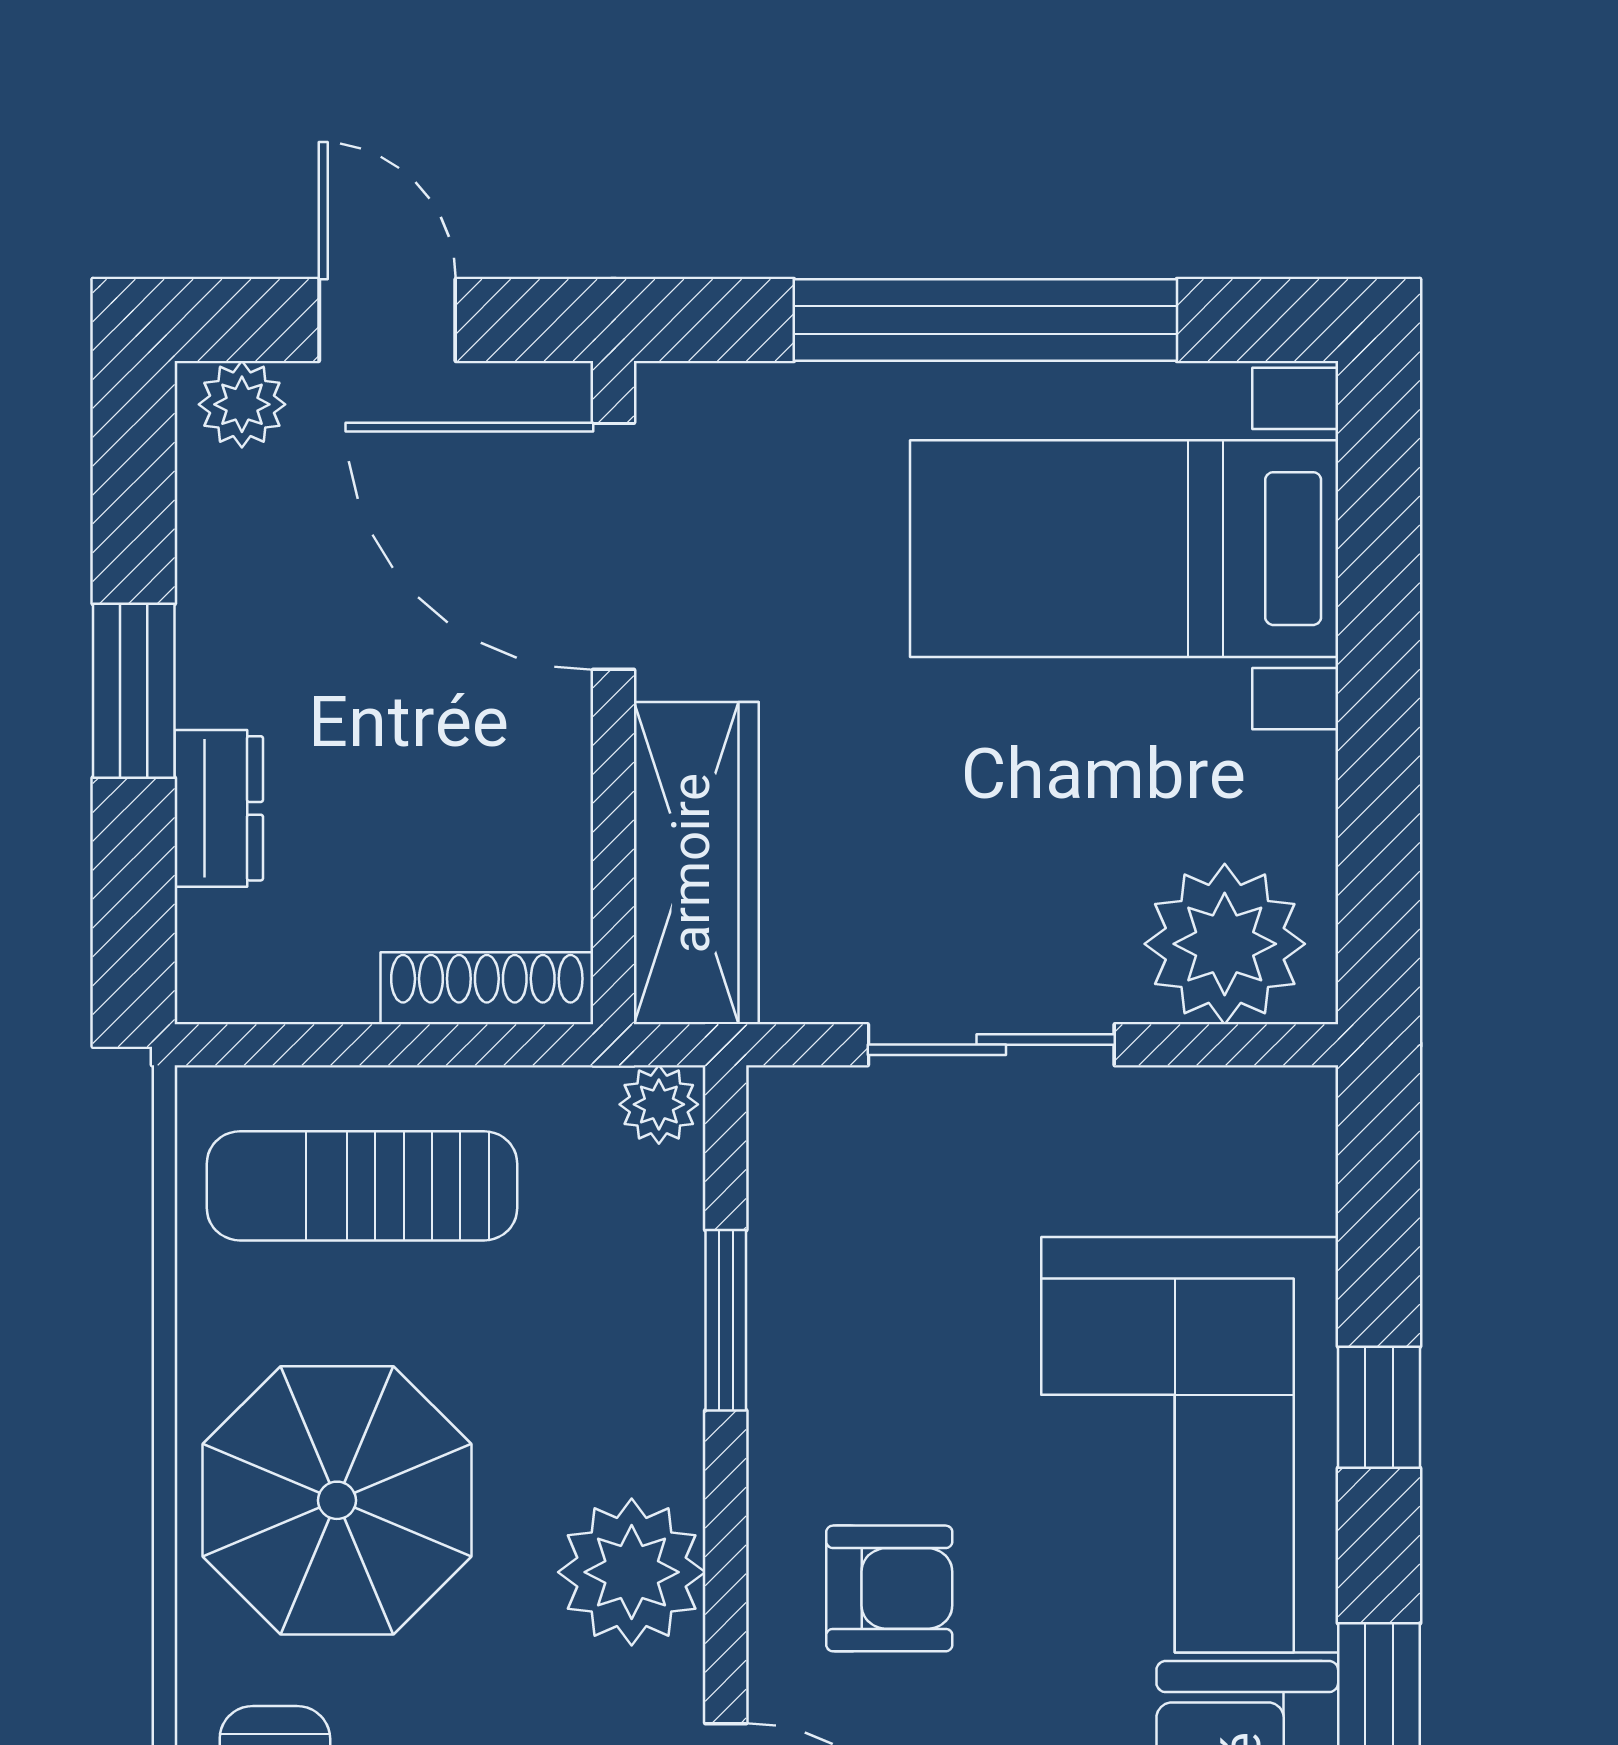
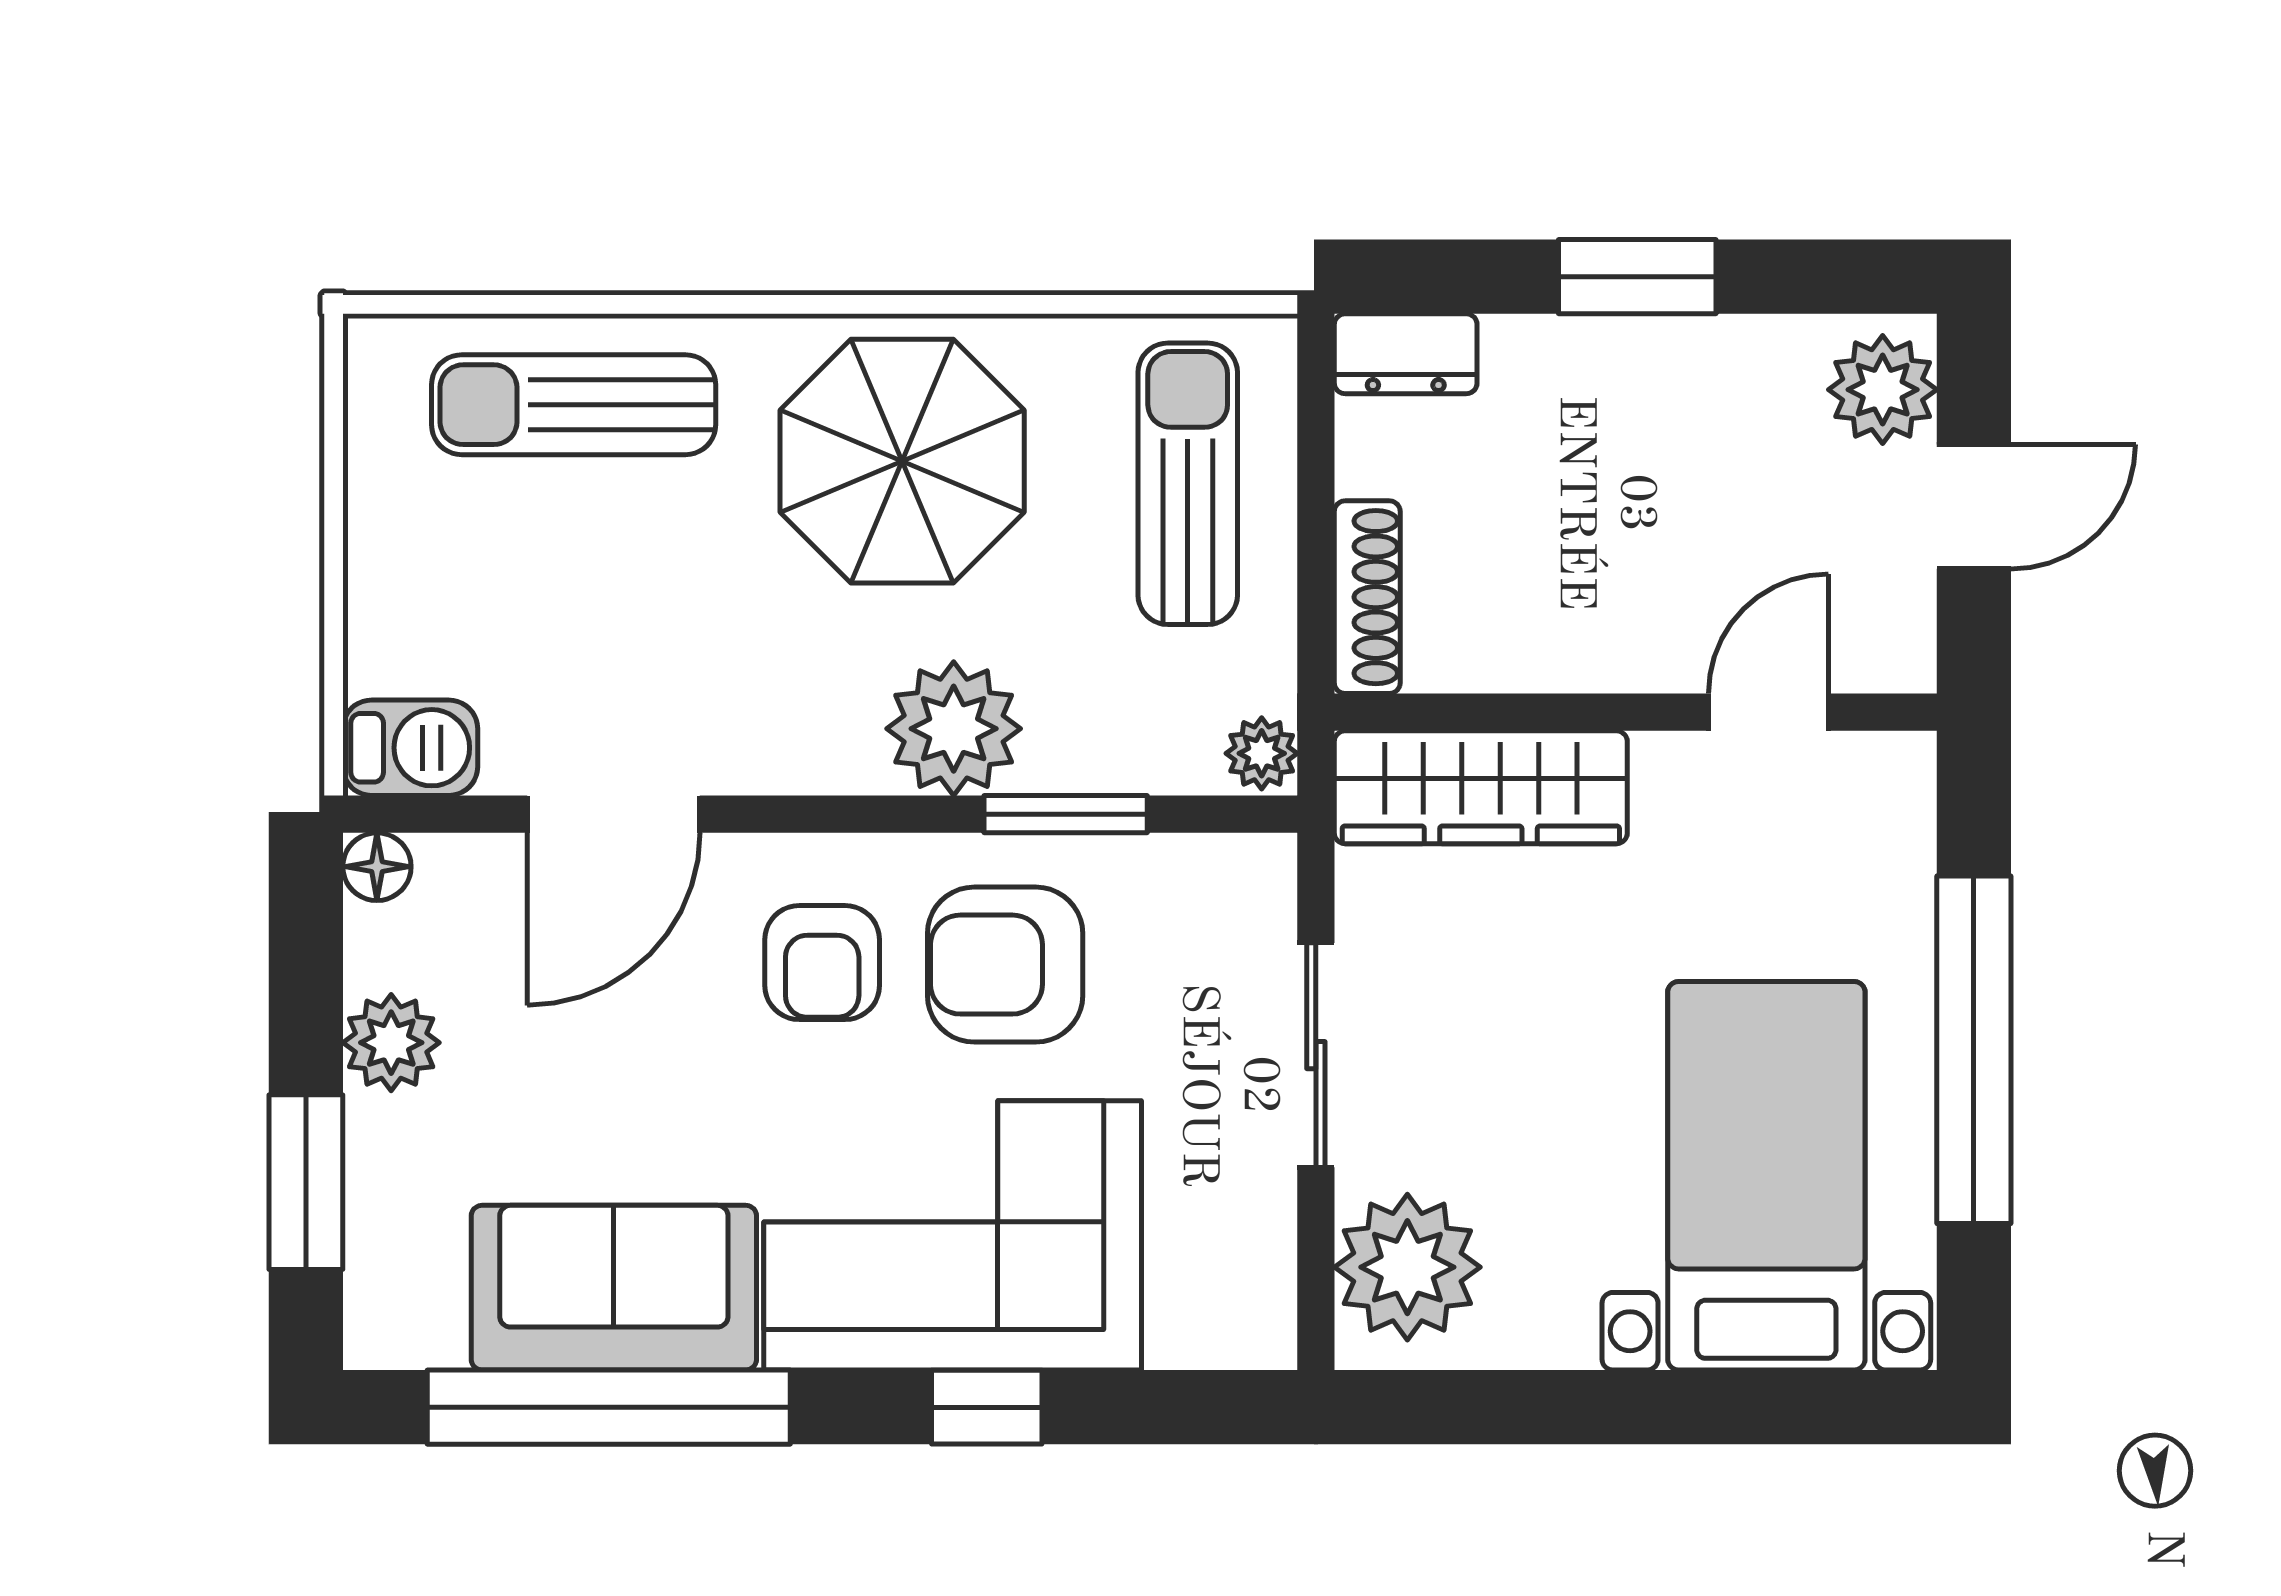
plant: (242, 404) -> (1883, 390), width x1.38, depth x1.38
door: (613, 546) -> (1769, 712), width x0.53
dresser: (219, 808) -> (1406, 354), moved
armchair: (891, 1387) -> (1005, 965), added
plant: (632, 1572) -> (954, 729), moved

